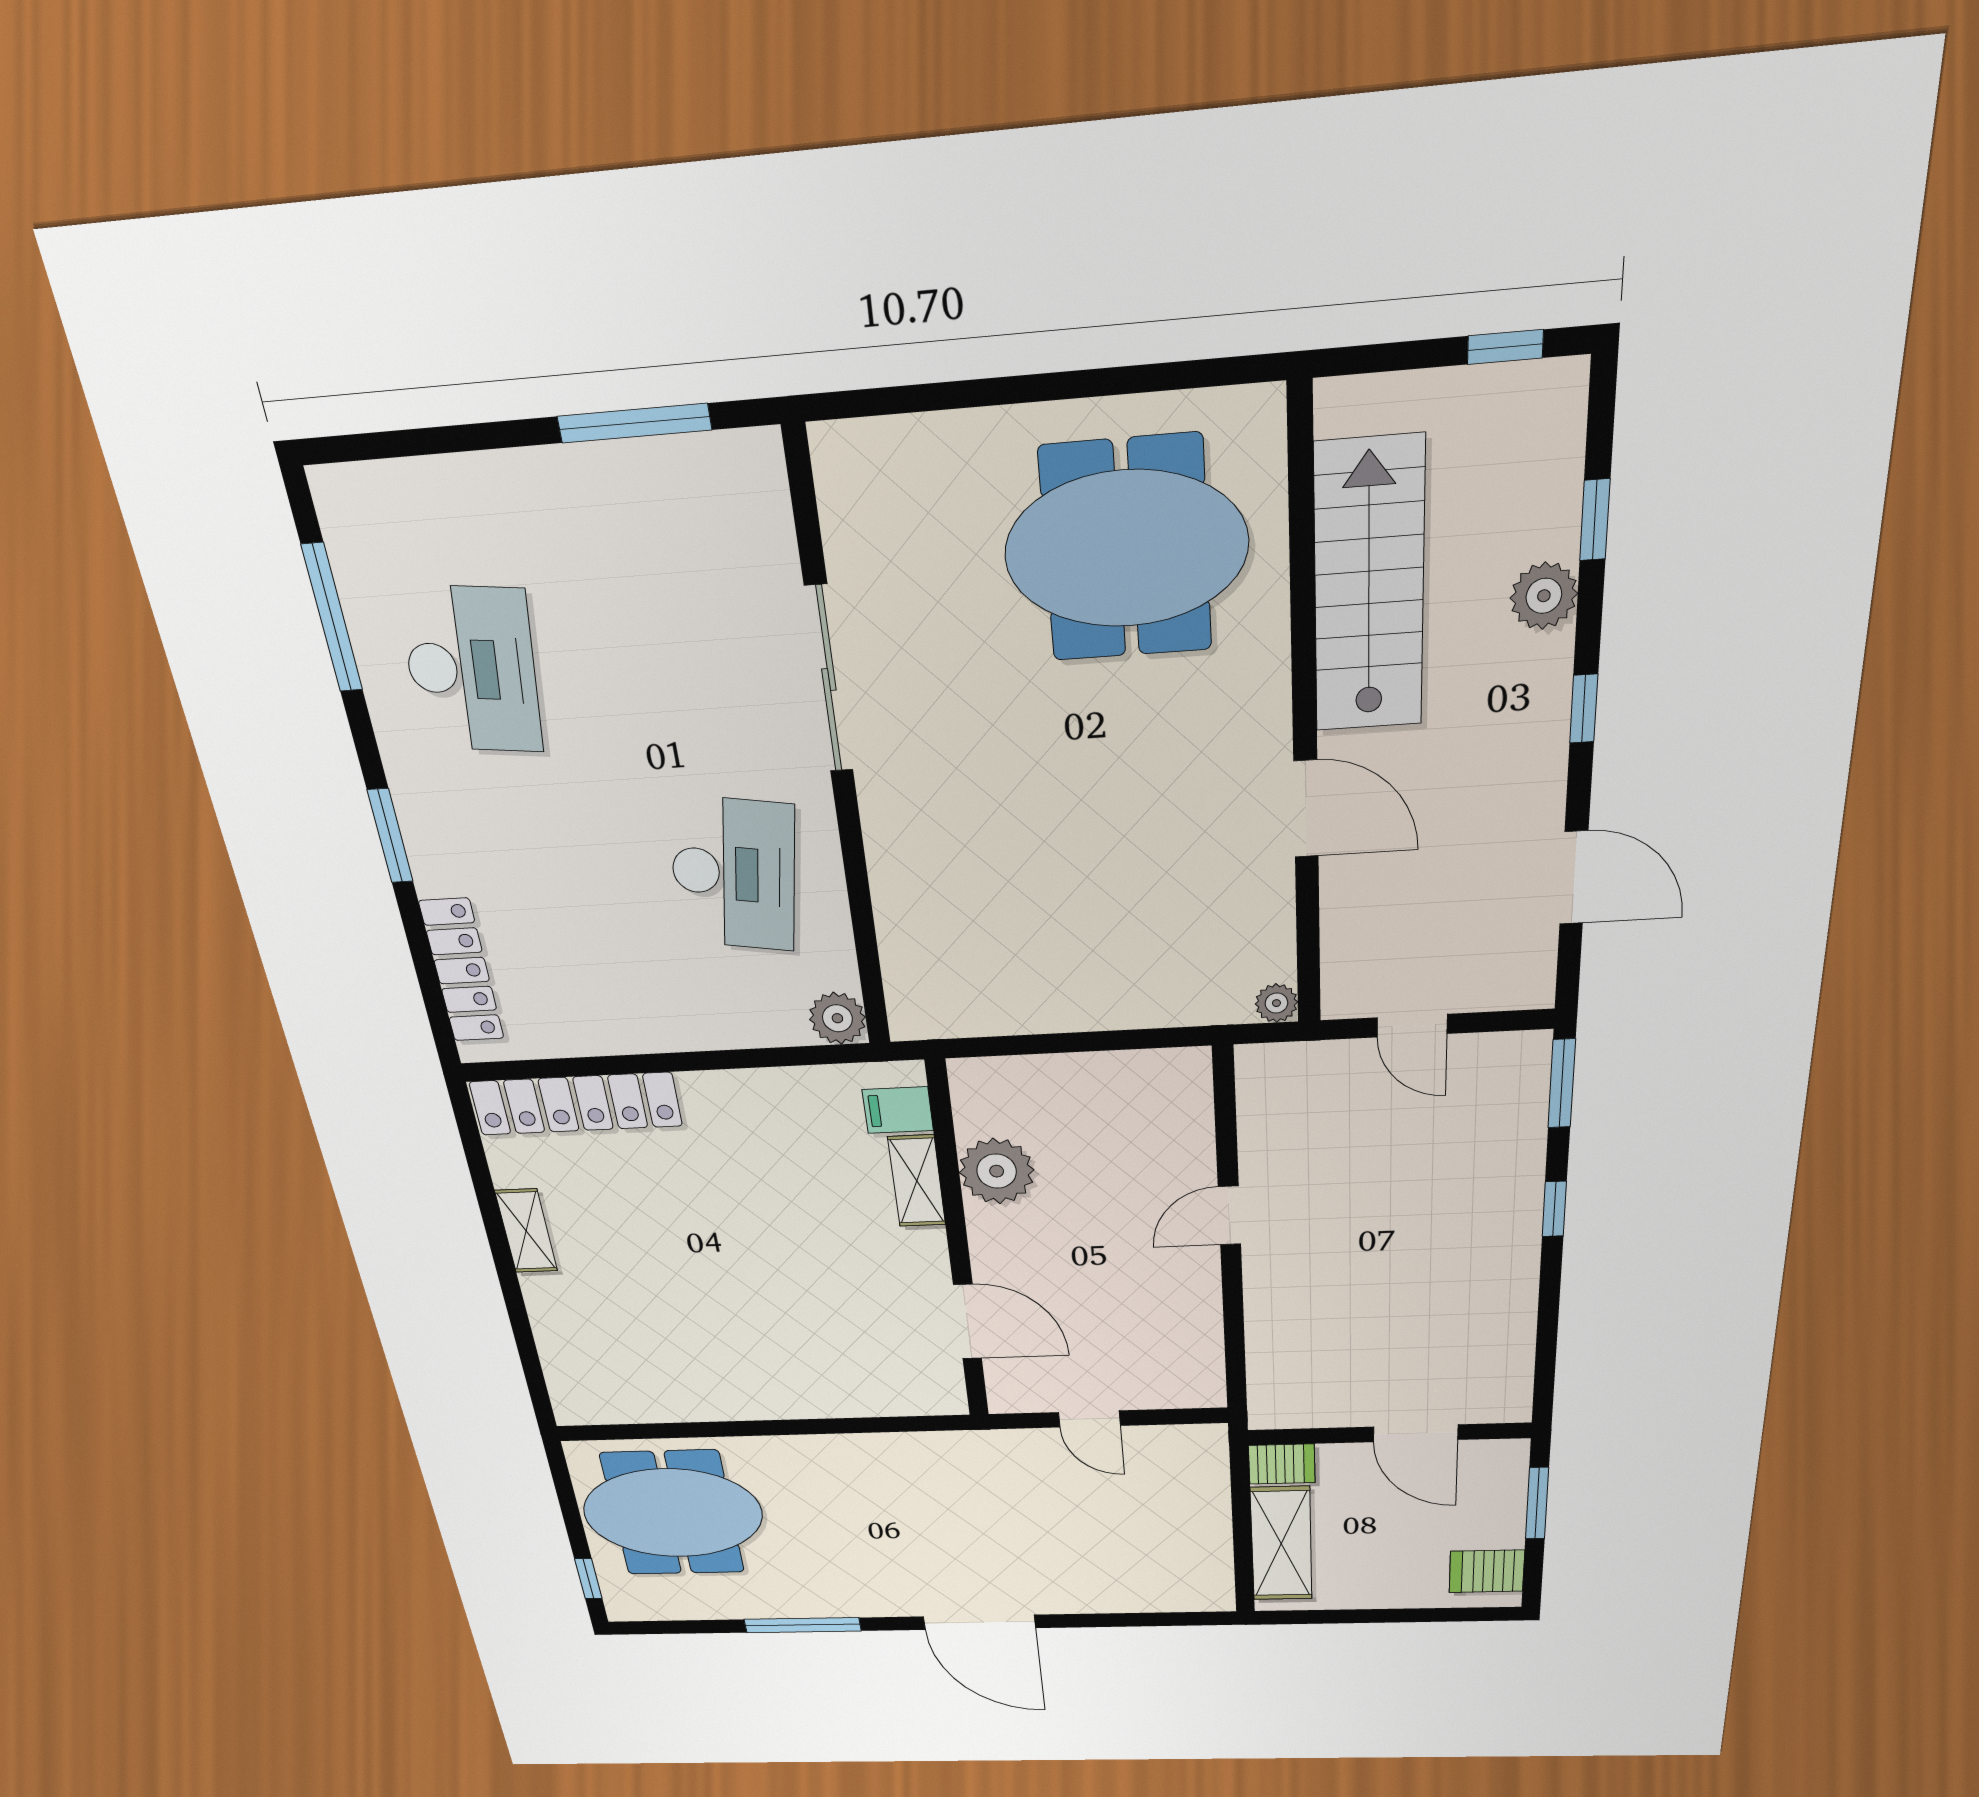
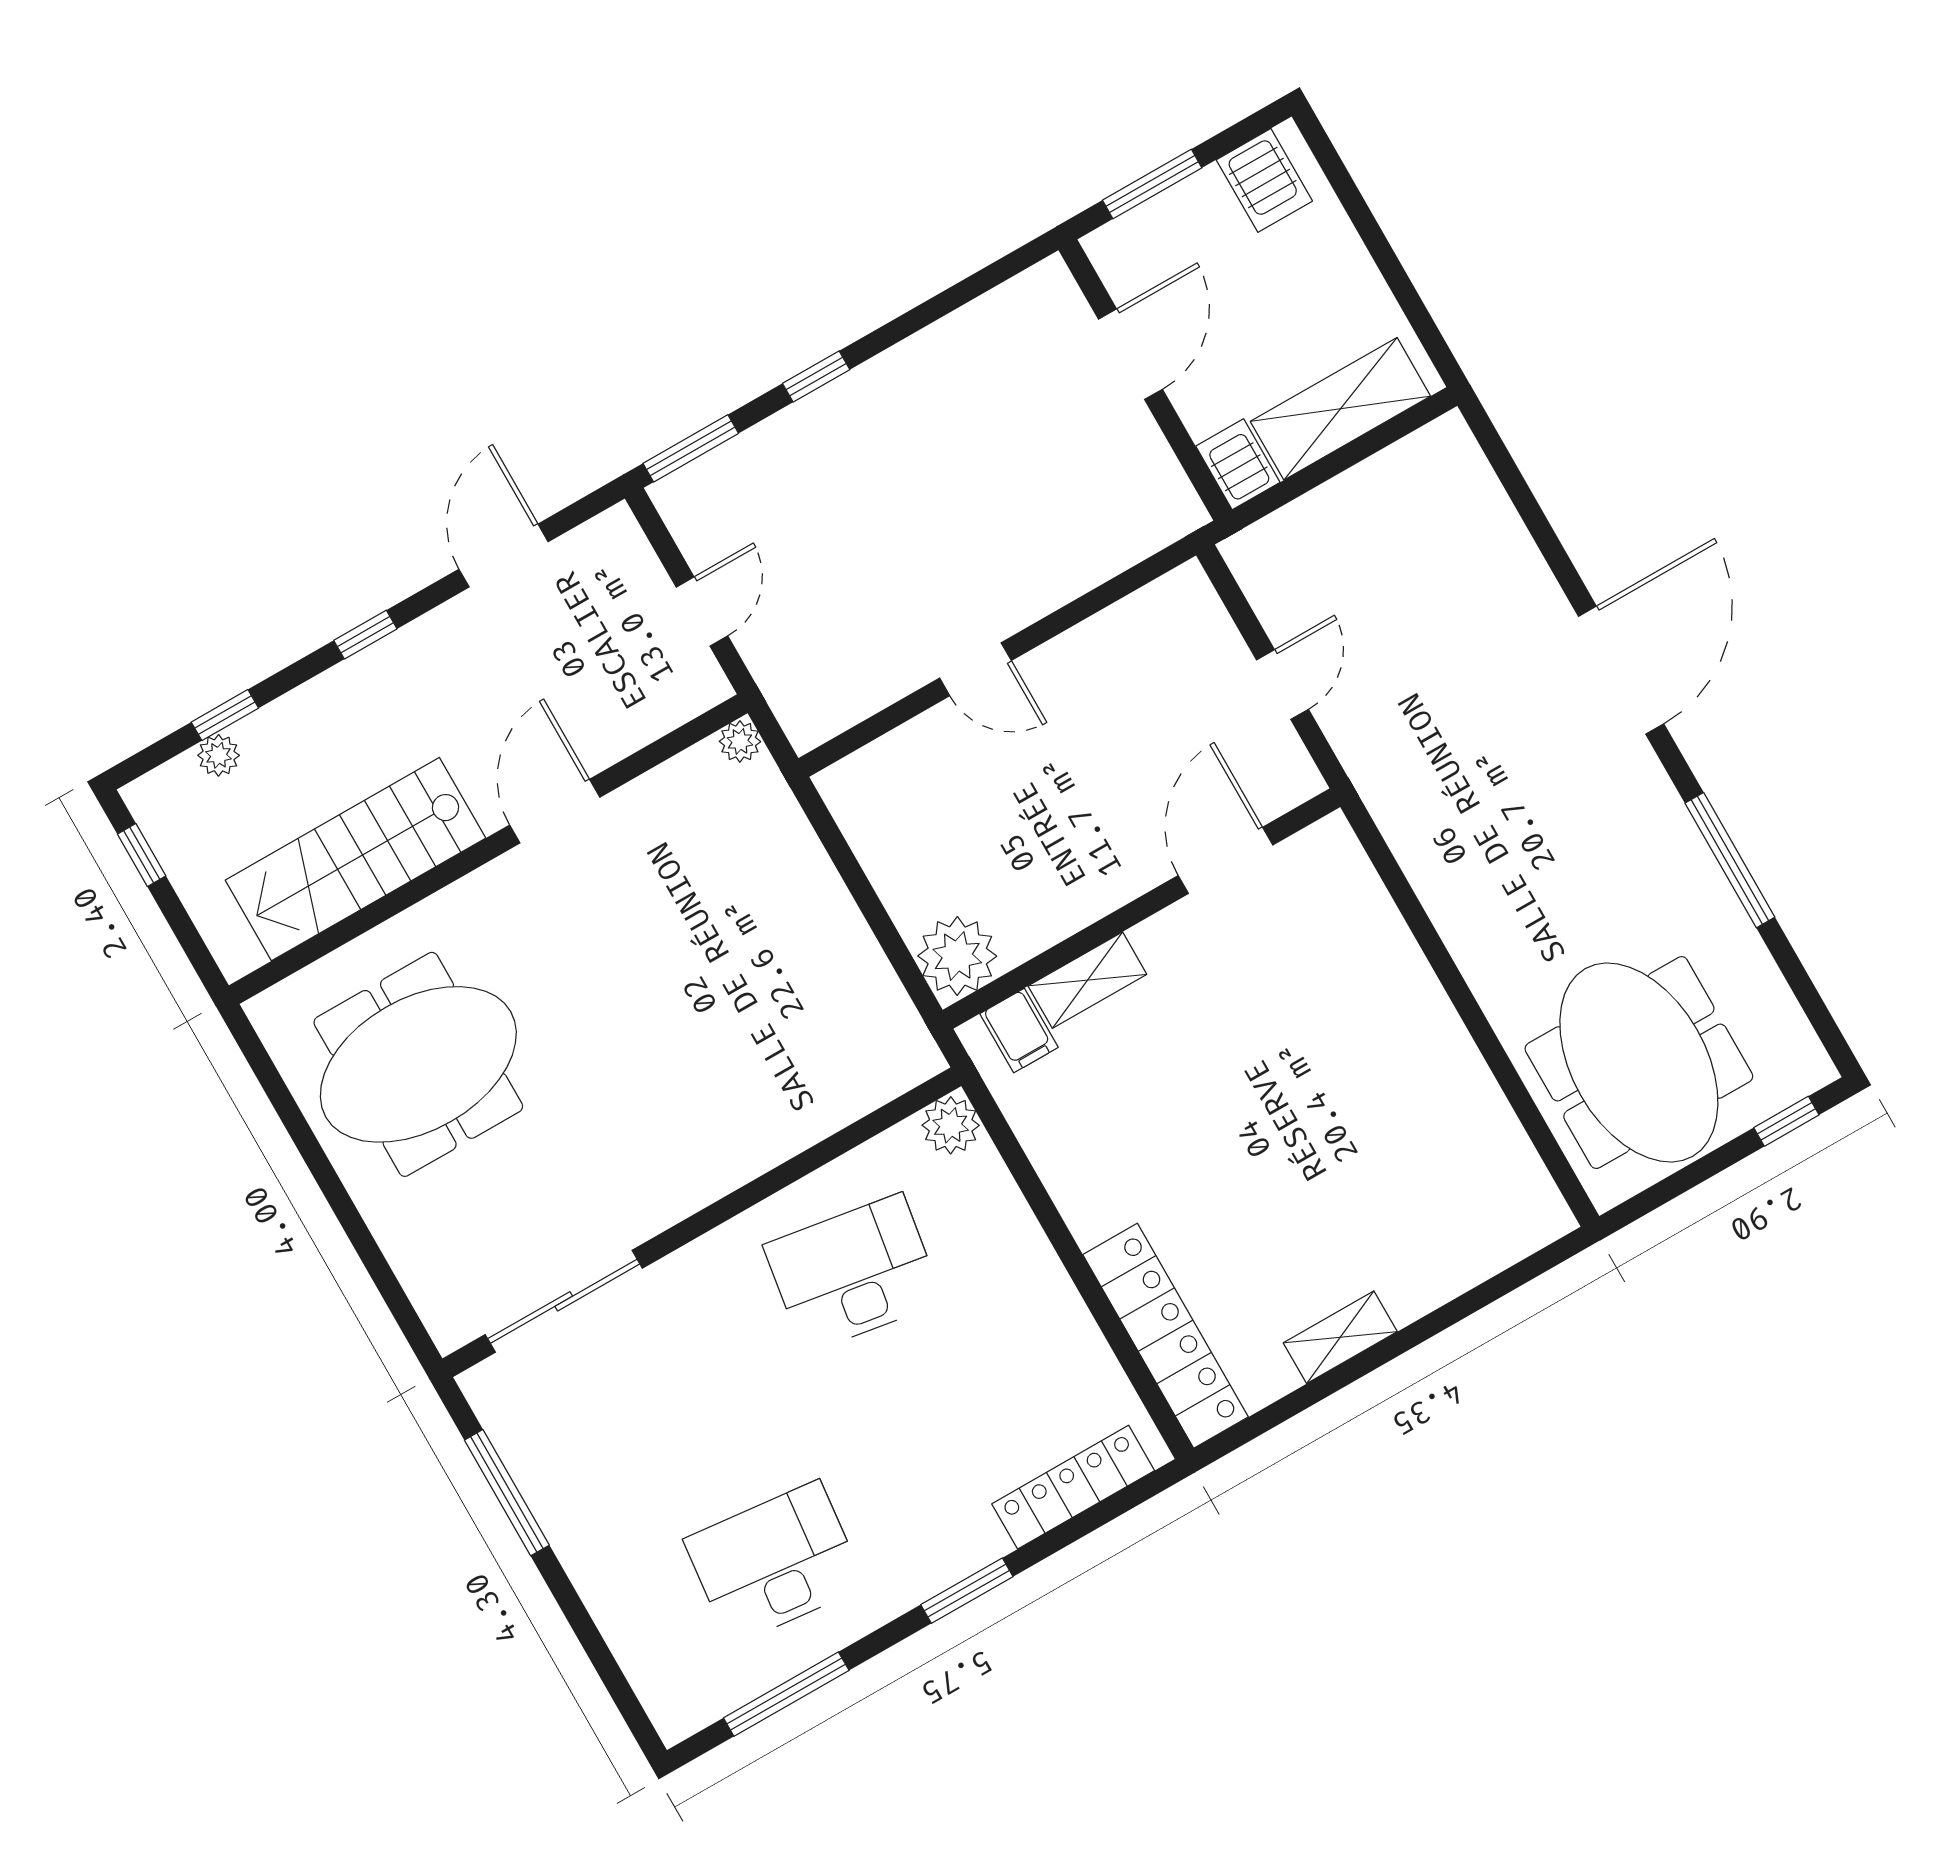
meeting table: (1126, 549) -> (418, 1064), turned 90
plant: (1544, 596) -> (219, 755), moved, width x0.73, depth x0.73
sliding door: (829, 680) -> (564, 1301), moved
plant: (997, 1171) -> (957, 956), moved

